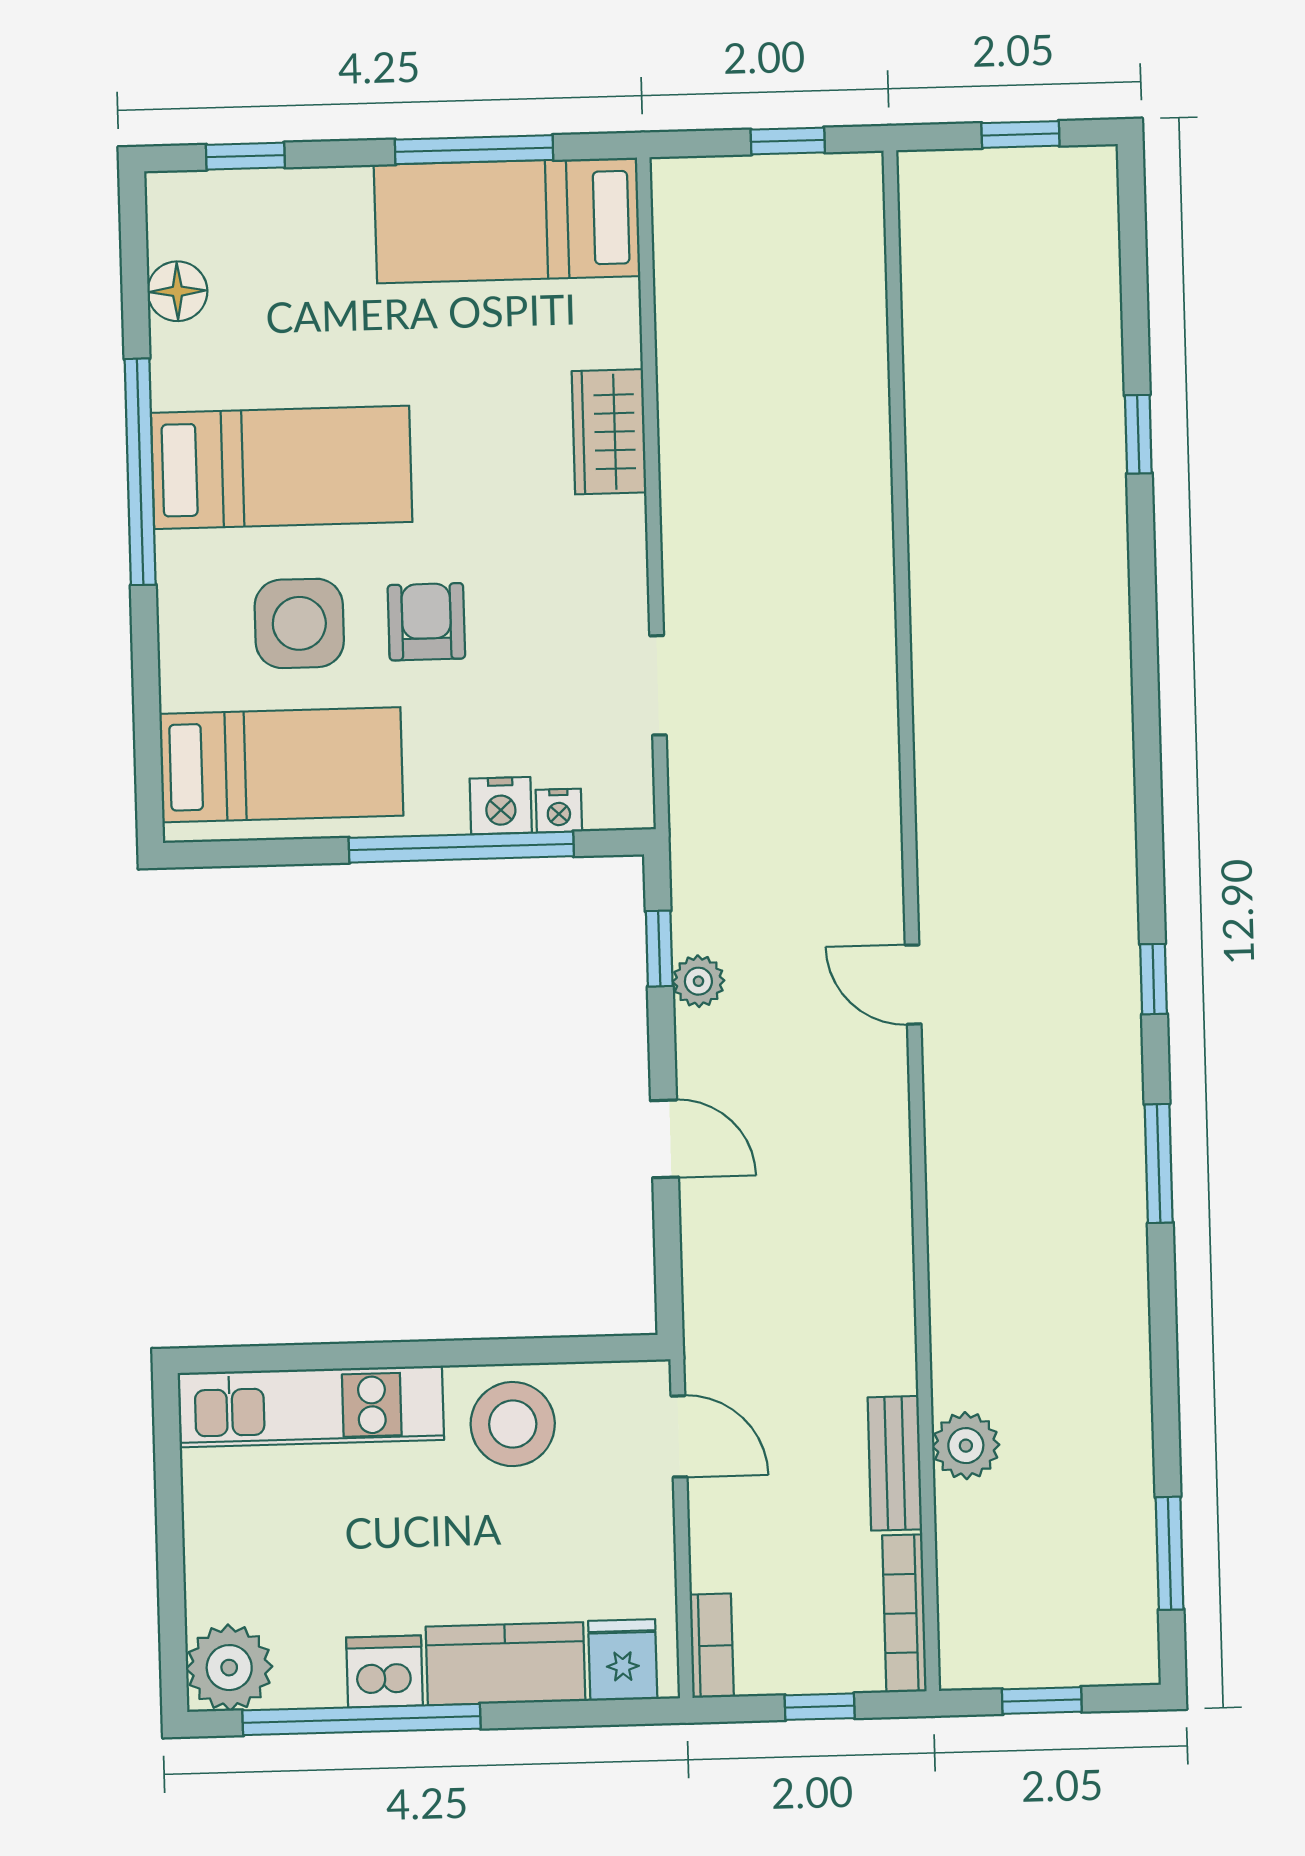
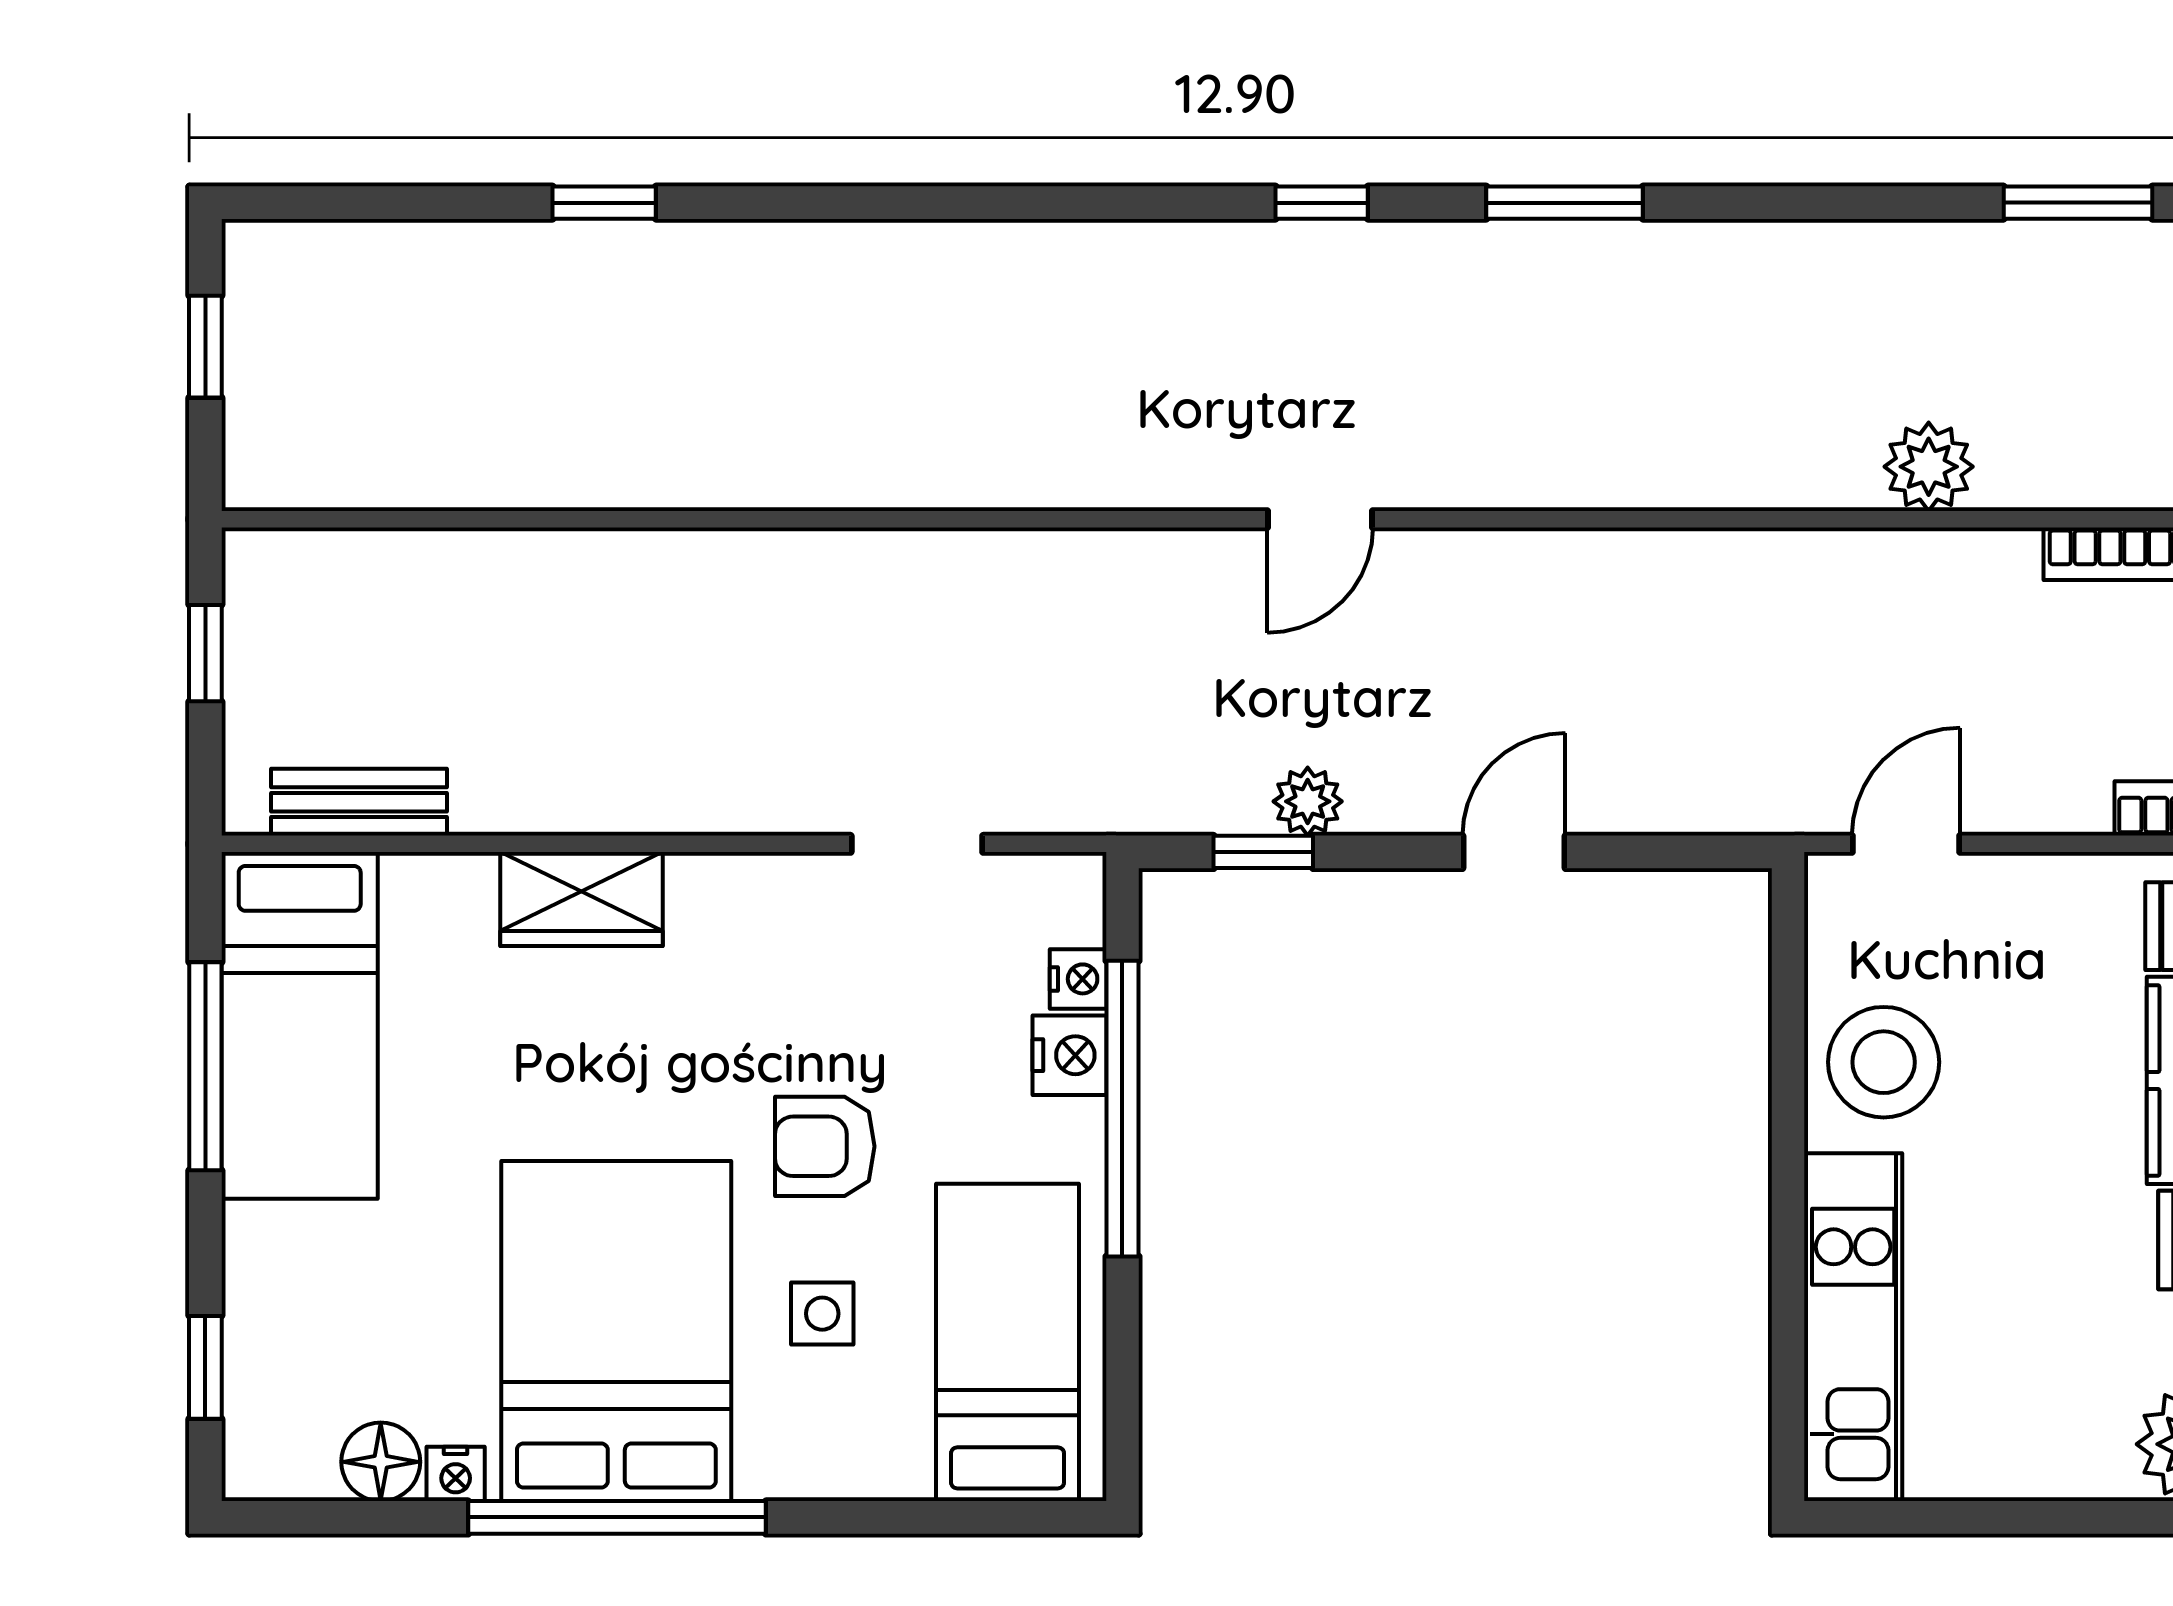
nightstand: (170, 348) -> (456, 1474), added
bed: (282, 467) -> (616, 1331), width x1.50
side table: (299, 623) -> (822, 1314), width x0.54, depth x0.54
bench: (895, 1463) -> (359, 802), moved

